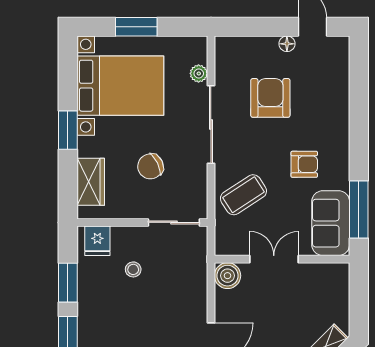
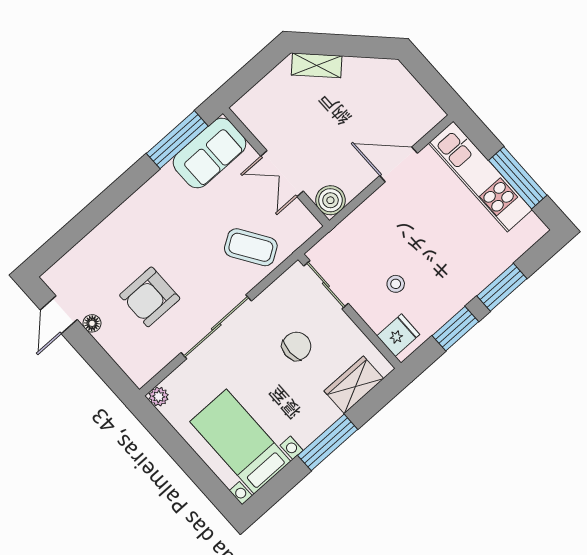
window: (136, 27) -> (190, 462), removed
plant: (199, 73) -> (159, 397), moved
bed with nightstands: (120, 86) -> (240, 442), width x0.73
window: (68, 130) -> (328, 442), width x1.44
armchair: (304, 164) -> (180, 219), removed
chair: (150, 166) -> (296, 346), turned -64

